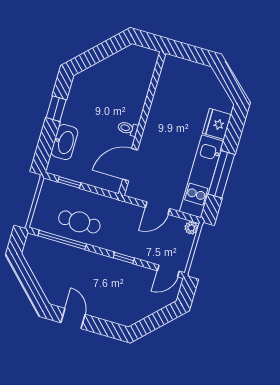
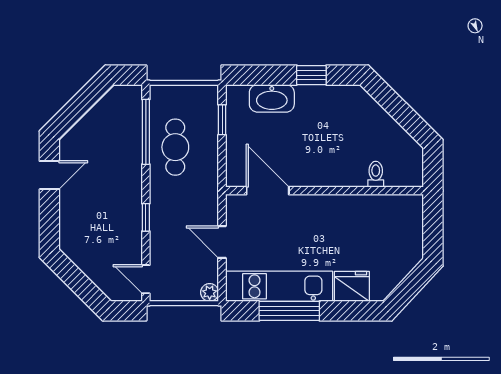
toilet: (128, 128) -> (376, 174), moved

